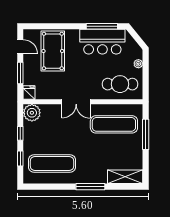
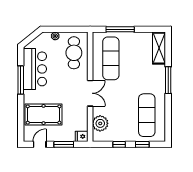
window: (102, 26) -> (21, 80), moved
plant: (32, 113) -> (100, 123), moved

